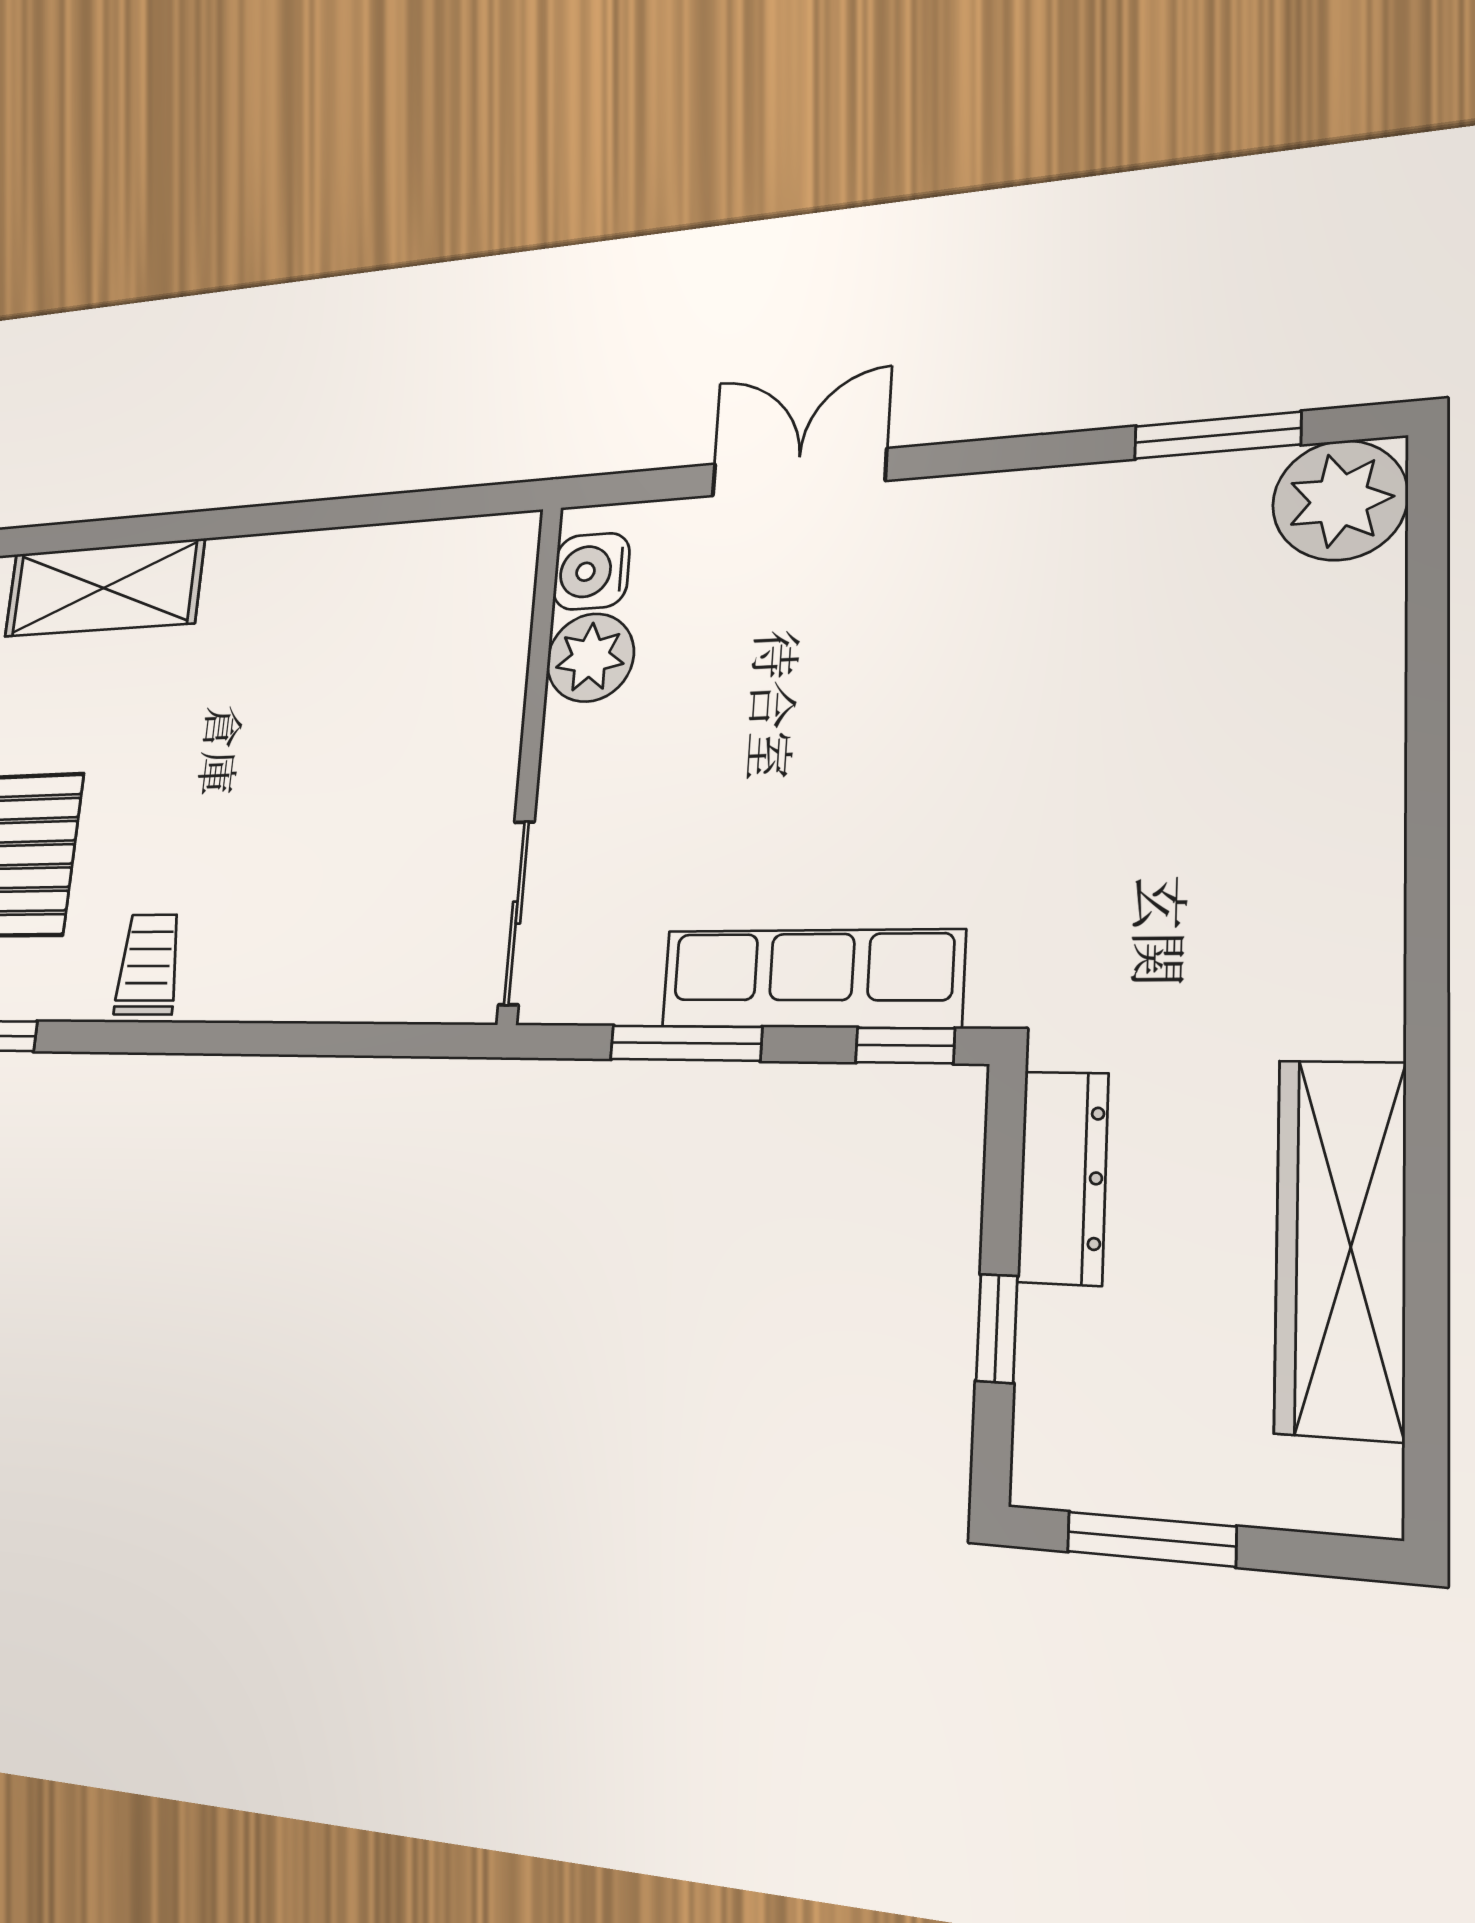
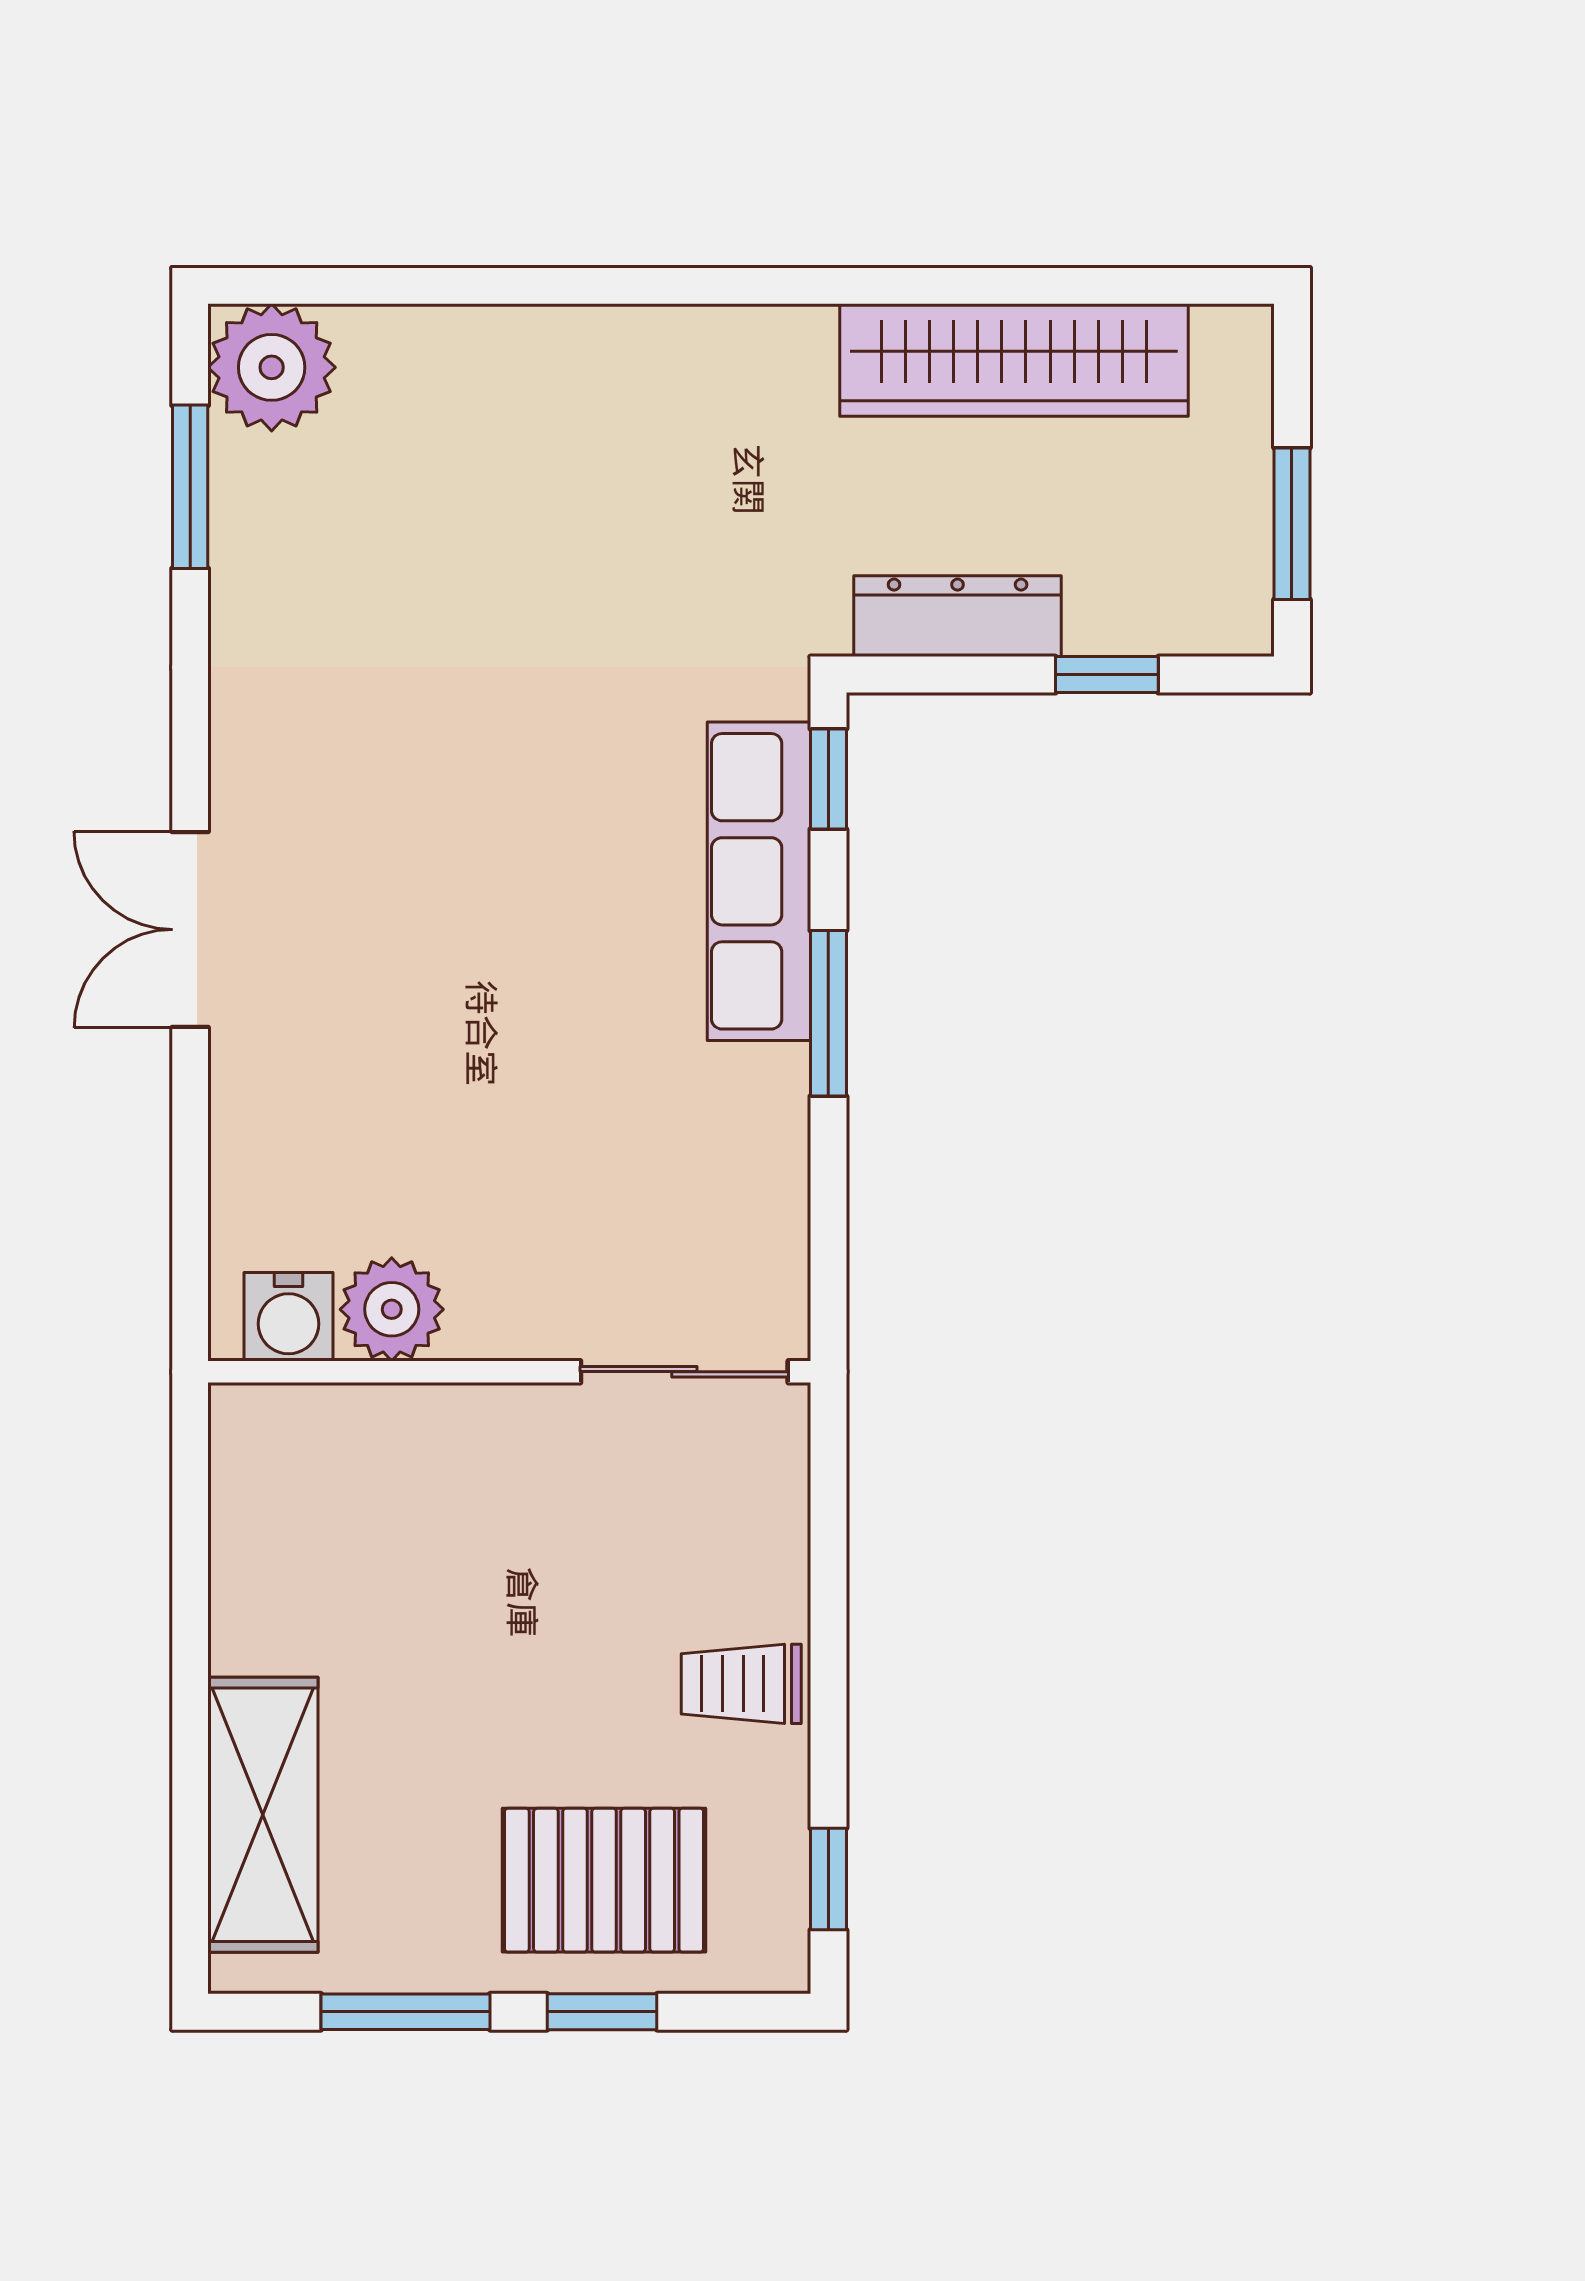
water cooler: (591, 571) -> (289, 1317), moved
plant: (590, 658) -> (392, 1309), moved
wall: (530, 760) -> (509, 1372), moved
sliding door: (517, 913) -> (684, 1372), moved

